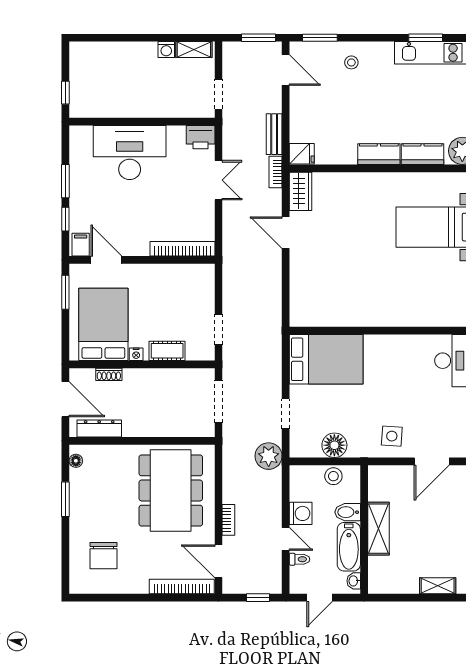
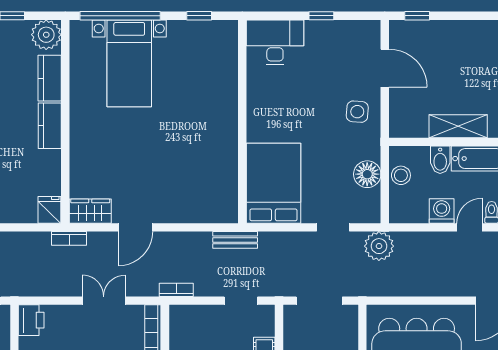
bench: (274, 134) -> (235, 240), moved
double door: (218, 180) -> (104, 301), moved
bookcase: (228, 520) -> (176, 290), moved

